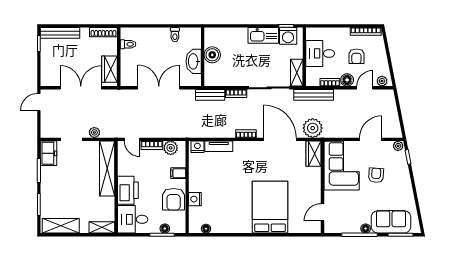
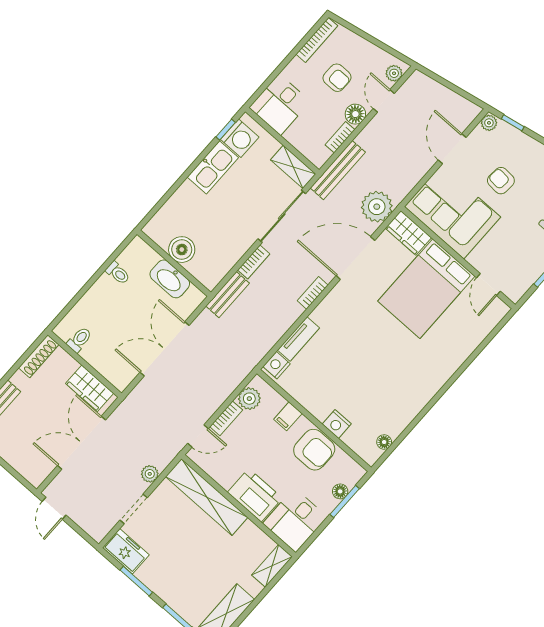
desk: (320, 53) -> (280, 105), moved
bed: (270, 207) -> (426, 289), moved, turned -90

